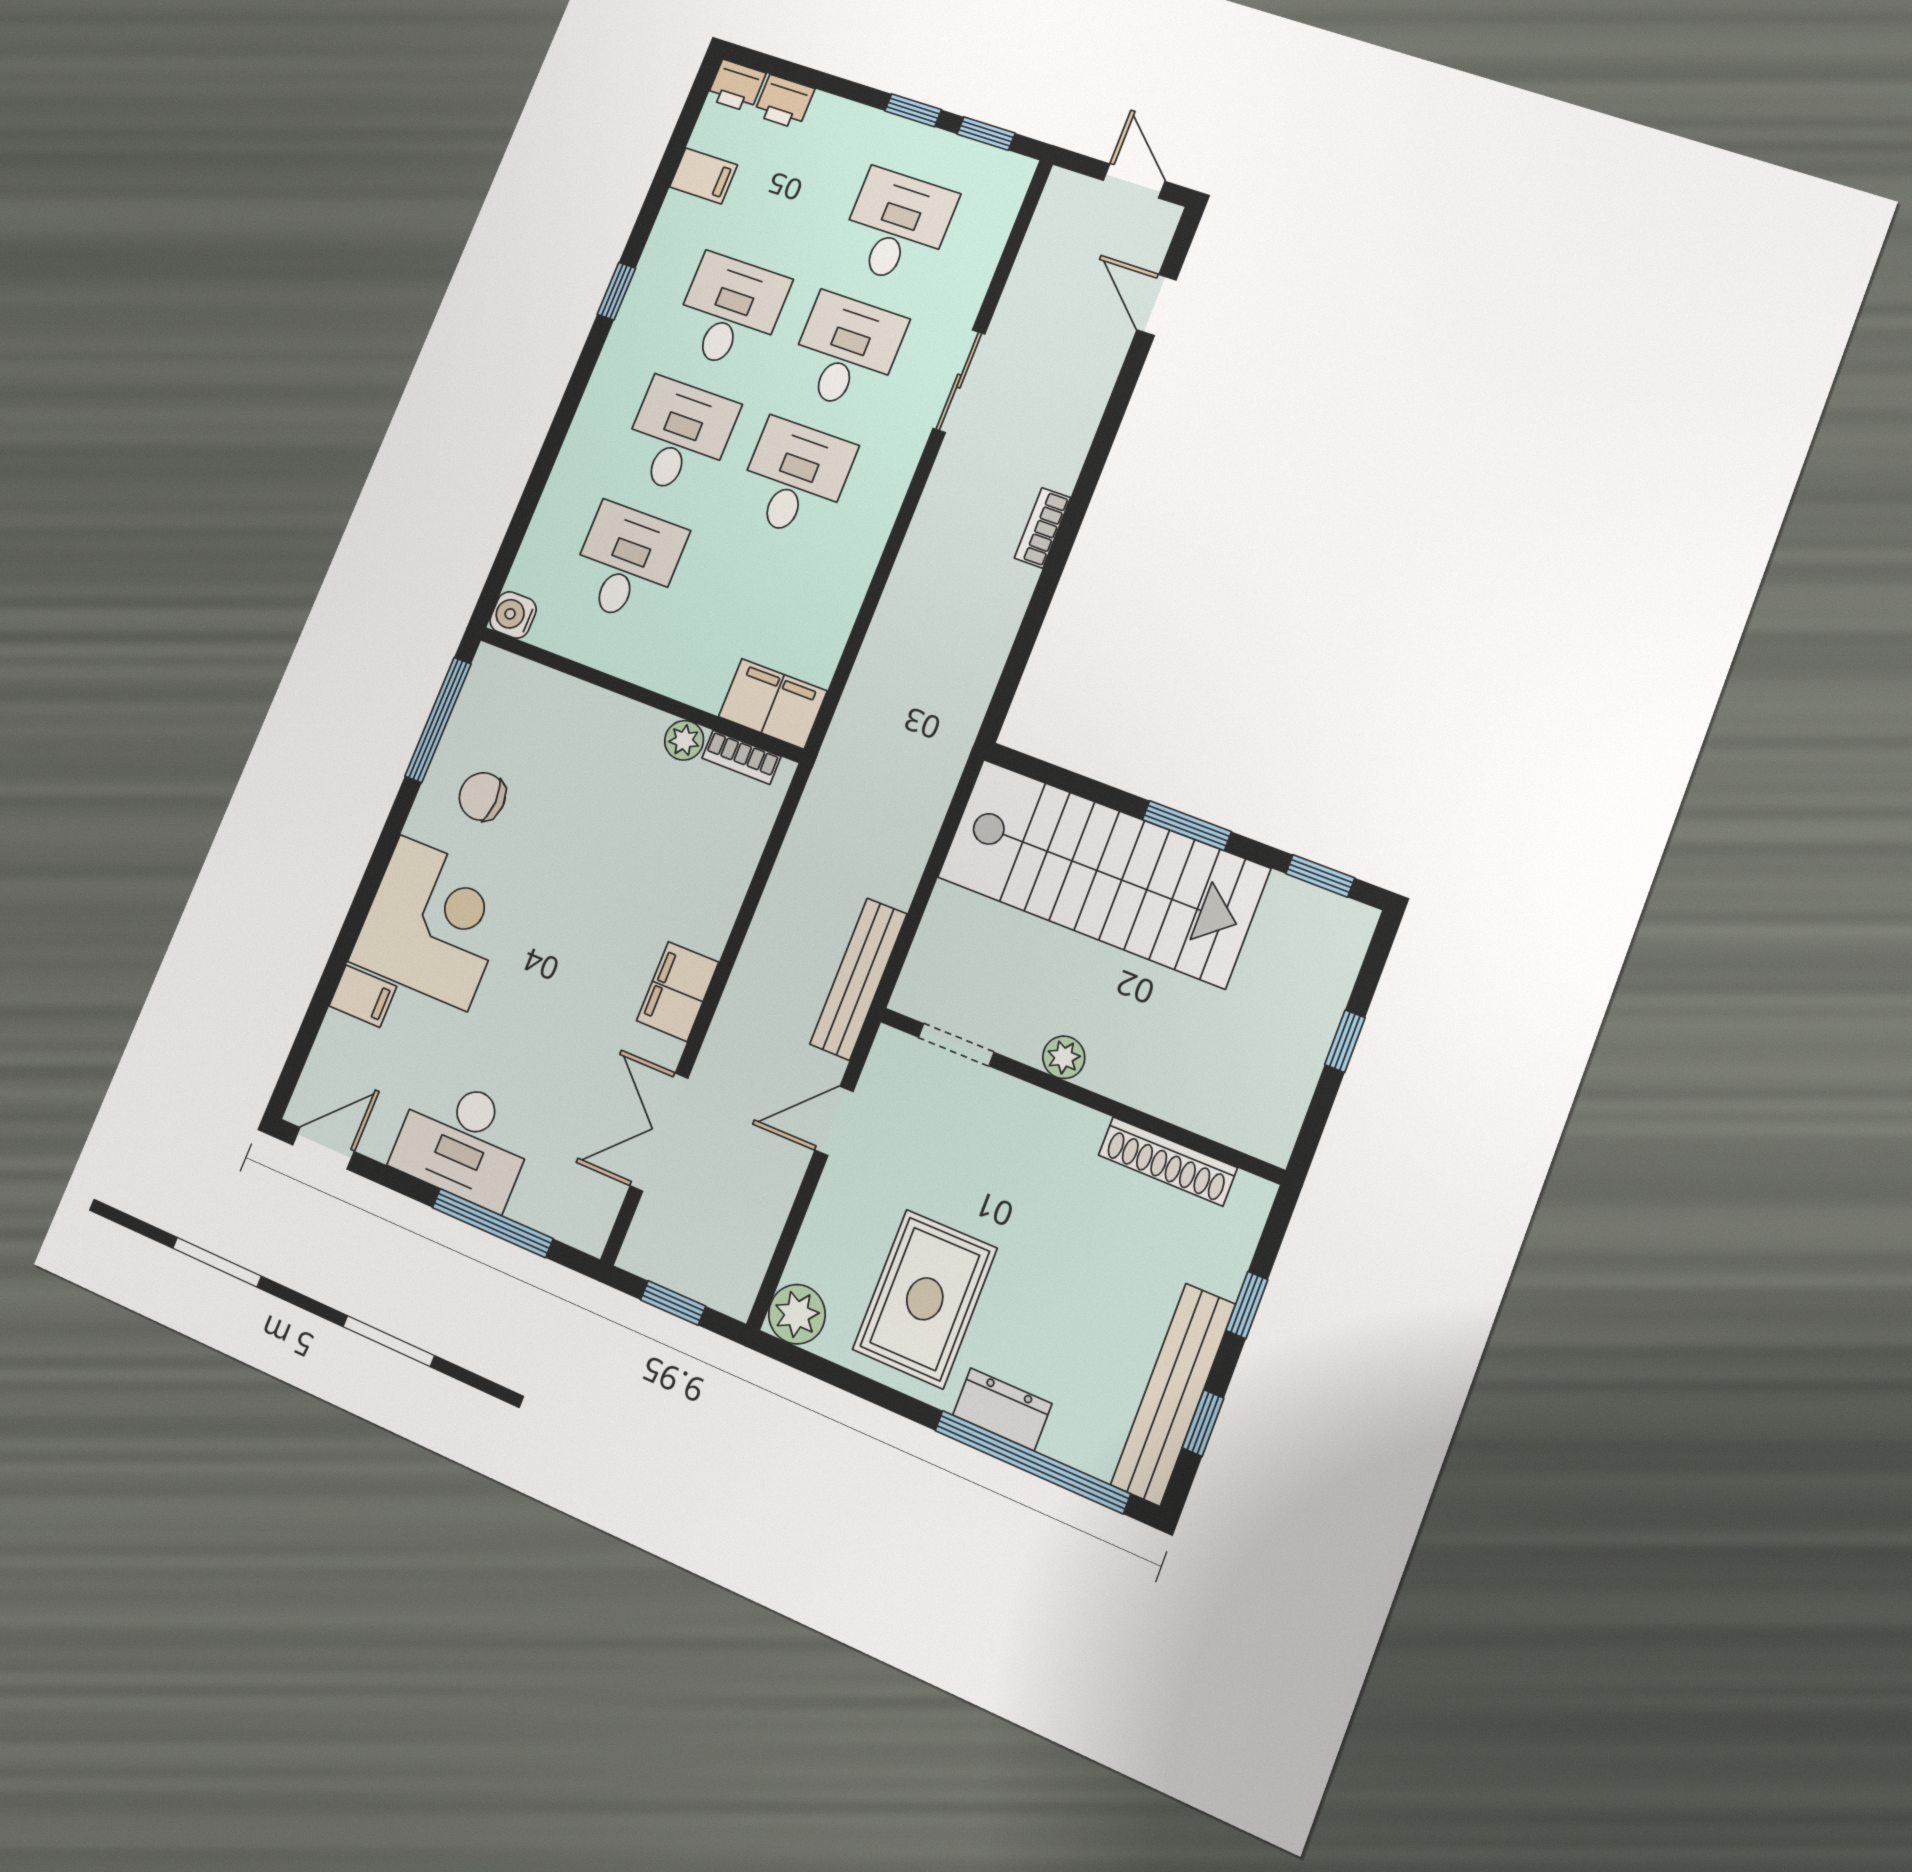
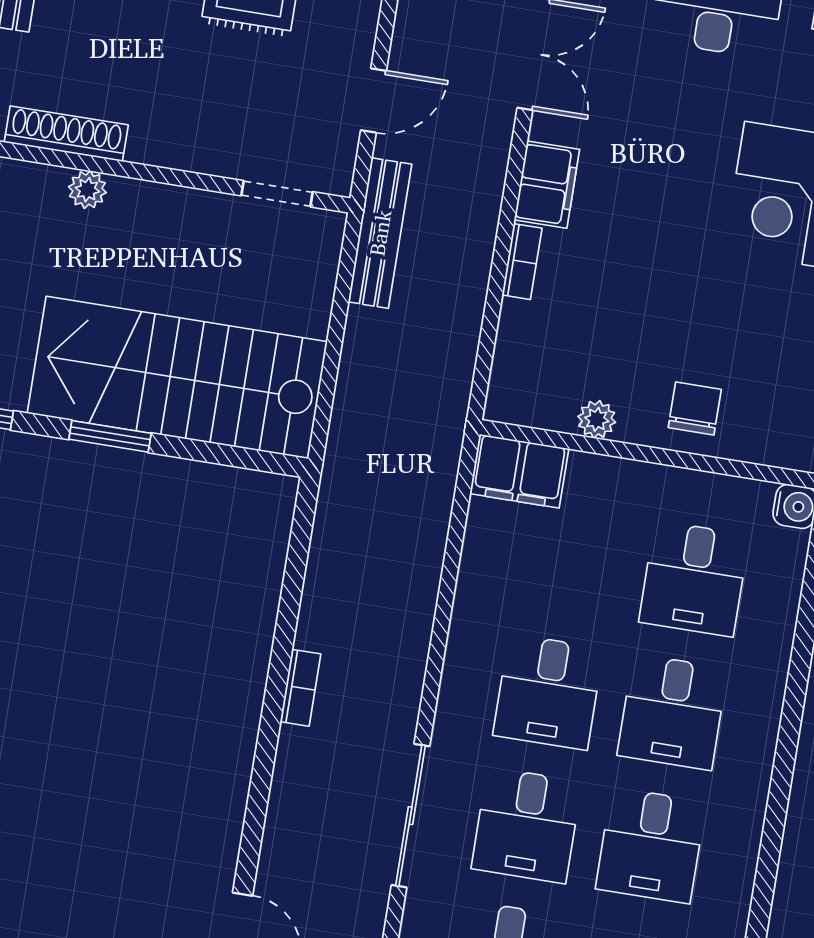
window: (616, 291) -> (771, 847), removed
sliding door: (959, 381) -> (410, 816), width x1.37
bookcase: (741, 757) -> (522, 262), moved, turned 90
chair: (482, 796) -> (695, 409), moved, turned -91
plant: (1064, 1057) -> (87, 190), moved

